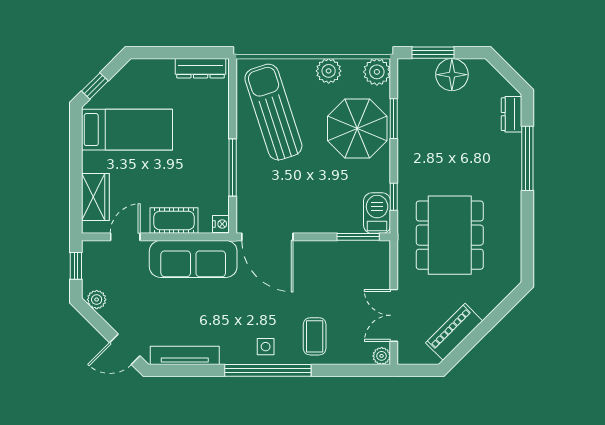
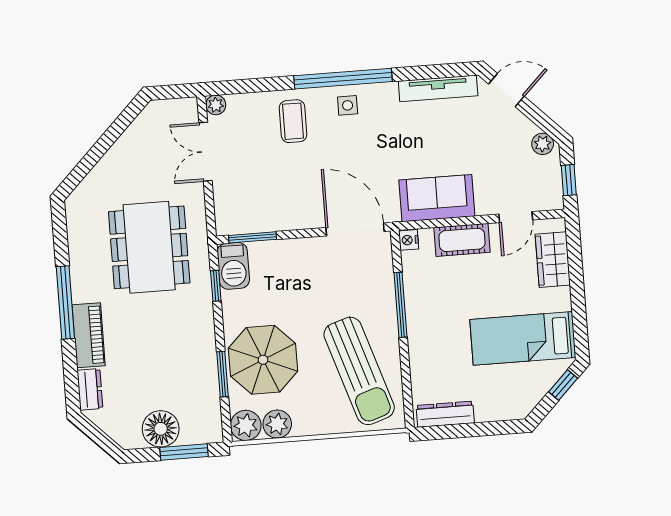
plant: (329, 71) -> (277, 424), moved
window: (527, 158) -> (65, 302), moved
sofa: (193, 259) -> (437, 198), width x0.73
double door: (394, 315) -> (205, 152), swing flipped
piano: (454, 332) -> (89, 335), moved, turned -45

